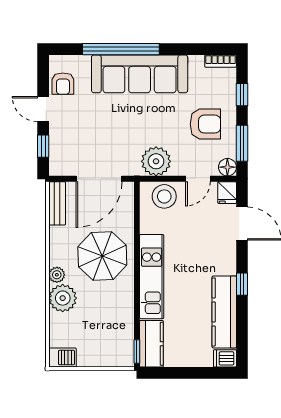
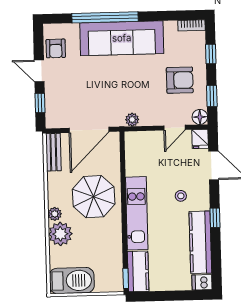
window: (242, 143) -> (212, 96), width x0.67
plant: (156, 161) -> (132, 120), width x0.53, depth x0.53
stool: (164, 196) -> (181, 196), moved, width x0.53, depth x0.53
barbecue: (62, 358) -> (72, 281), width x1.88, depth x1.53

